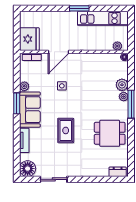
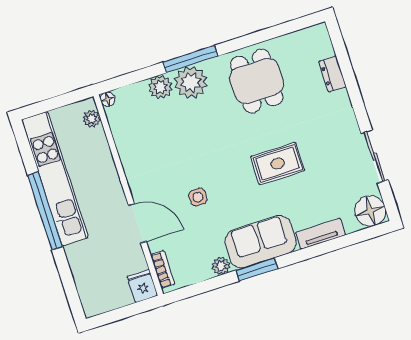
window: (79, 8) -> (45, 211), width x2.11
kitchen unit: (103, 18) -> (55, 179), width x1.36
fridge: (29, 39) -> (142, 286), width x0.53, depth x0.75
plant: (124, 97) -> (191, 82), width x1.87, depth x1.87
dresser: (118, 172) -> (332, 74), moved

